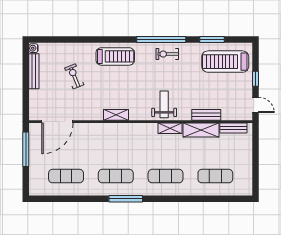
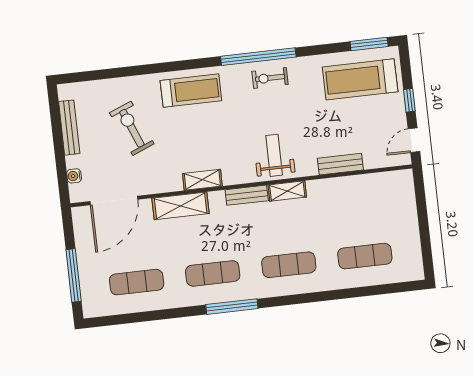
window: (212, 39) -> (369, 44), moved
water cooler: (33, 48) -> (74, 176), moved
exercise bike: (74, 76) -> (132, 128), width x1.38, depth x1.39
door: (256, 105) -> (414, 140), swing flipped
bench: (233, 128) -> (247, 195), moved
shelving: (201, 130) -> (181, 206), moved
window: (26, 149) -> (74, 275), moved

